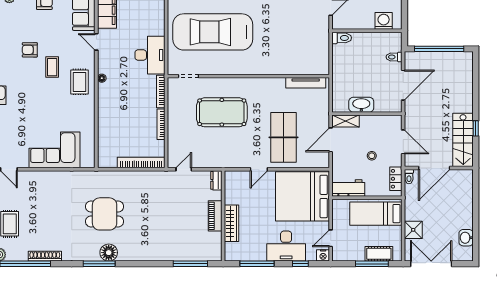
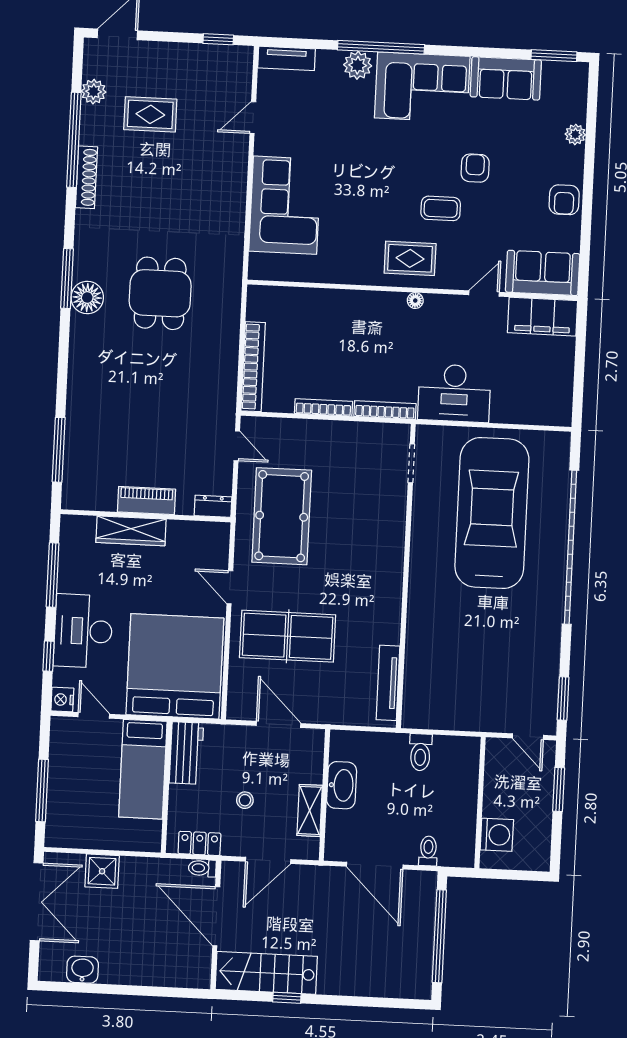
toilet: (342, 38) -> (420, 752), moved
pool table: (222, 112) -> (282, 516), moved
shelving: (346, 121) -> (310, 810), moved
bed: (376, 214) -> (143, 769), moved, turned 180
cot: (379, 254) -> (60, 804), removed

